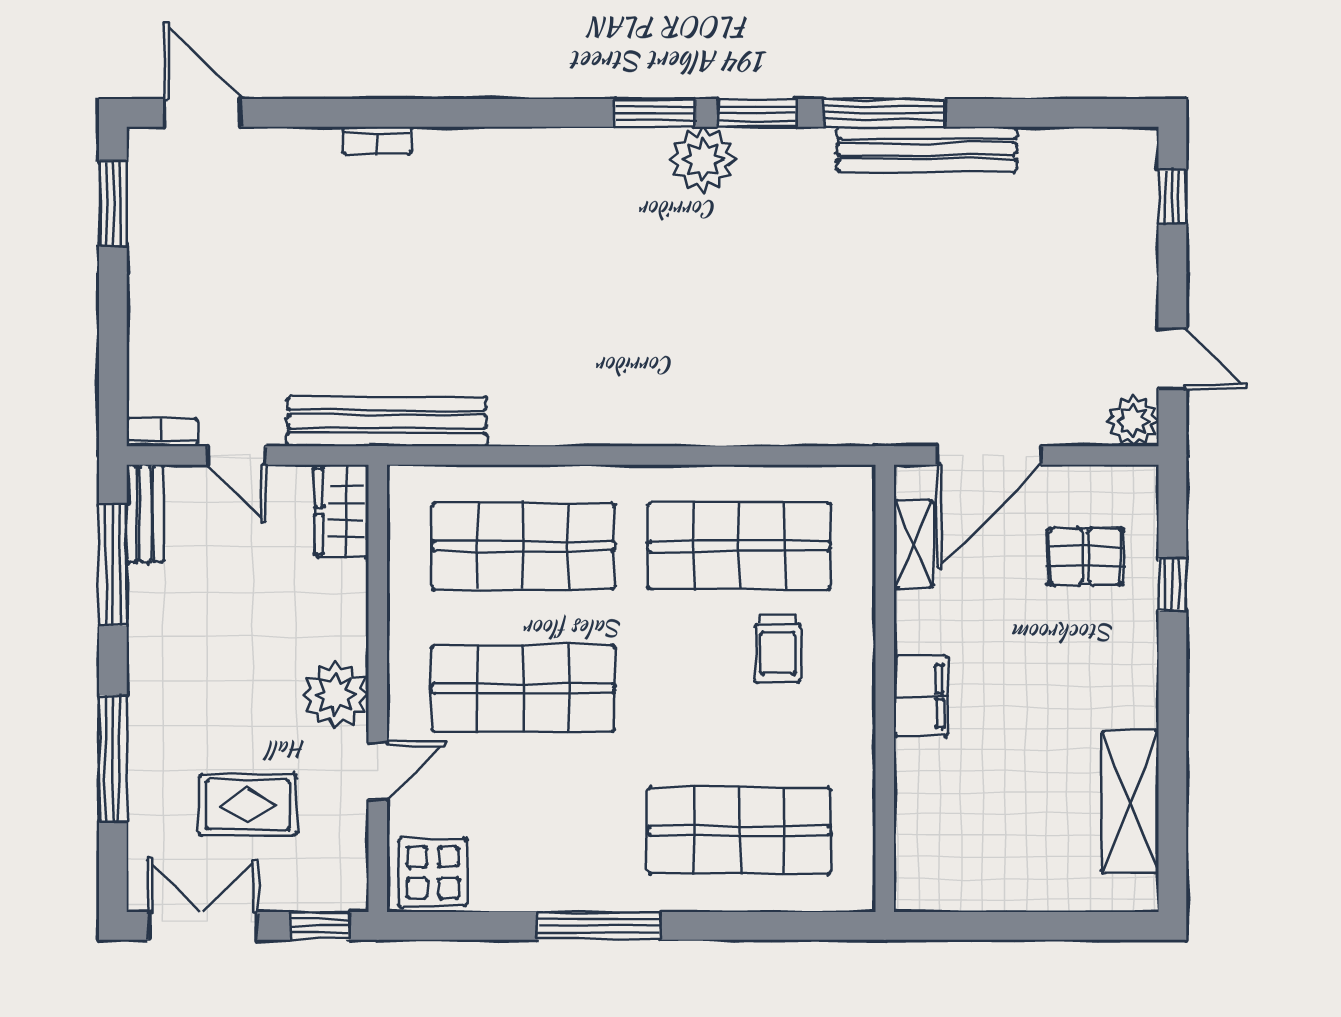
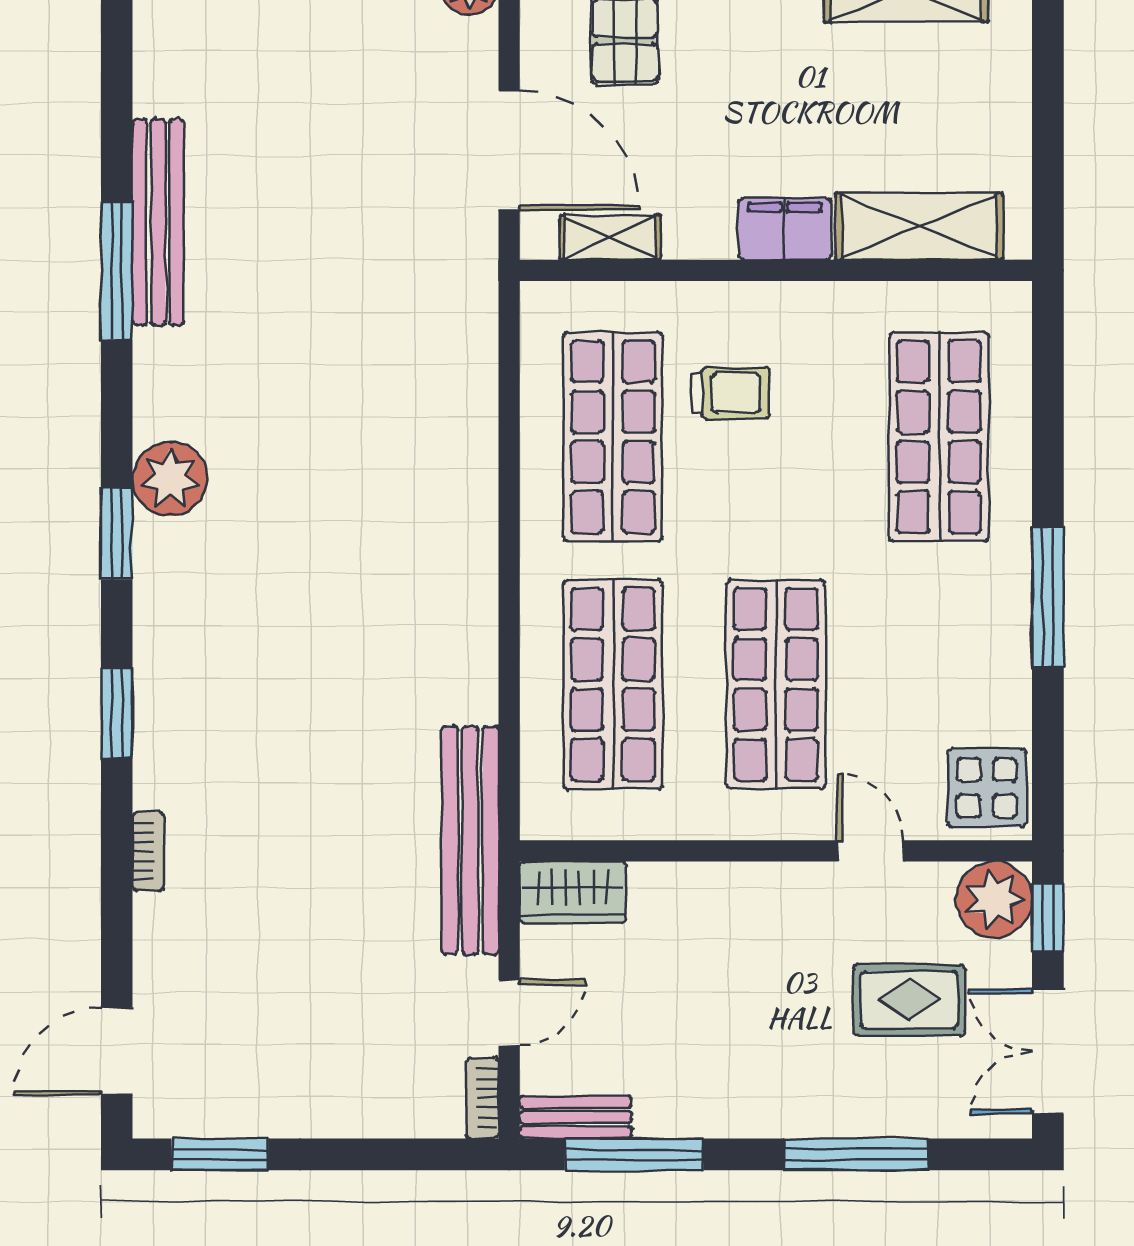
window: (757, 113) -> (117, 713), moved
plant: (335, 695) -> (994, 899), moved
rug: (248, 805) -> (909, 1000), turned 90
shelving: (923, 813) -> (919, 226), added

